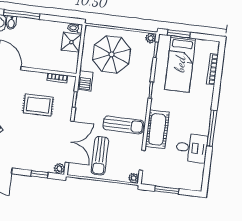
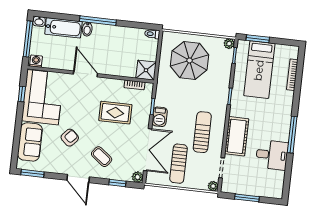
shower: (71, 42) -> (146, 70), moved
barbecue: (85, 81) -> (160, 117), moved
sun lounger: (123, 125) -> (202, 132), turned -90
coffee table: (24, 148) -> (102, 157), added

